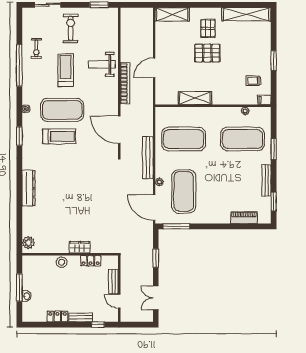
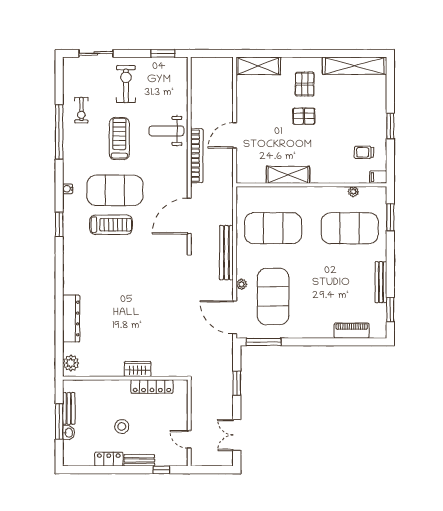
pallet: (207, 53) -> (304, 116), width x0.67, depth x0.71
door: (119, 130) -> (189, 216), hinge flipped
window: (274, 149) -> (390, 217), moved
dresser: (29, 188) -> (71, 318), moved
locker: (91, 261) -> (152, 387), width x1.53
stool: (62, 262) -> (122, 426), moved
bench: (113, 281) -> (69, 408), moved

